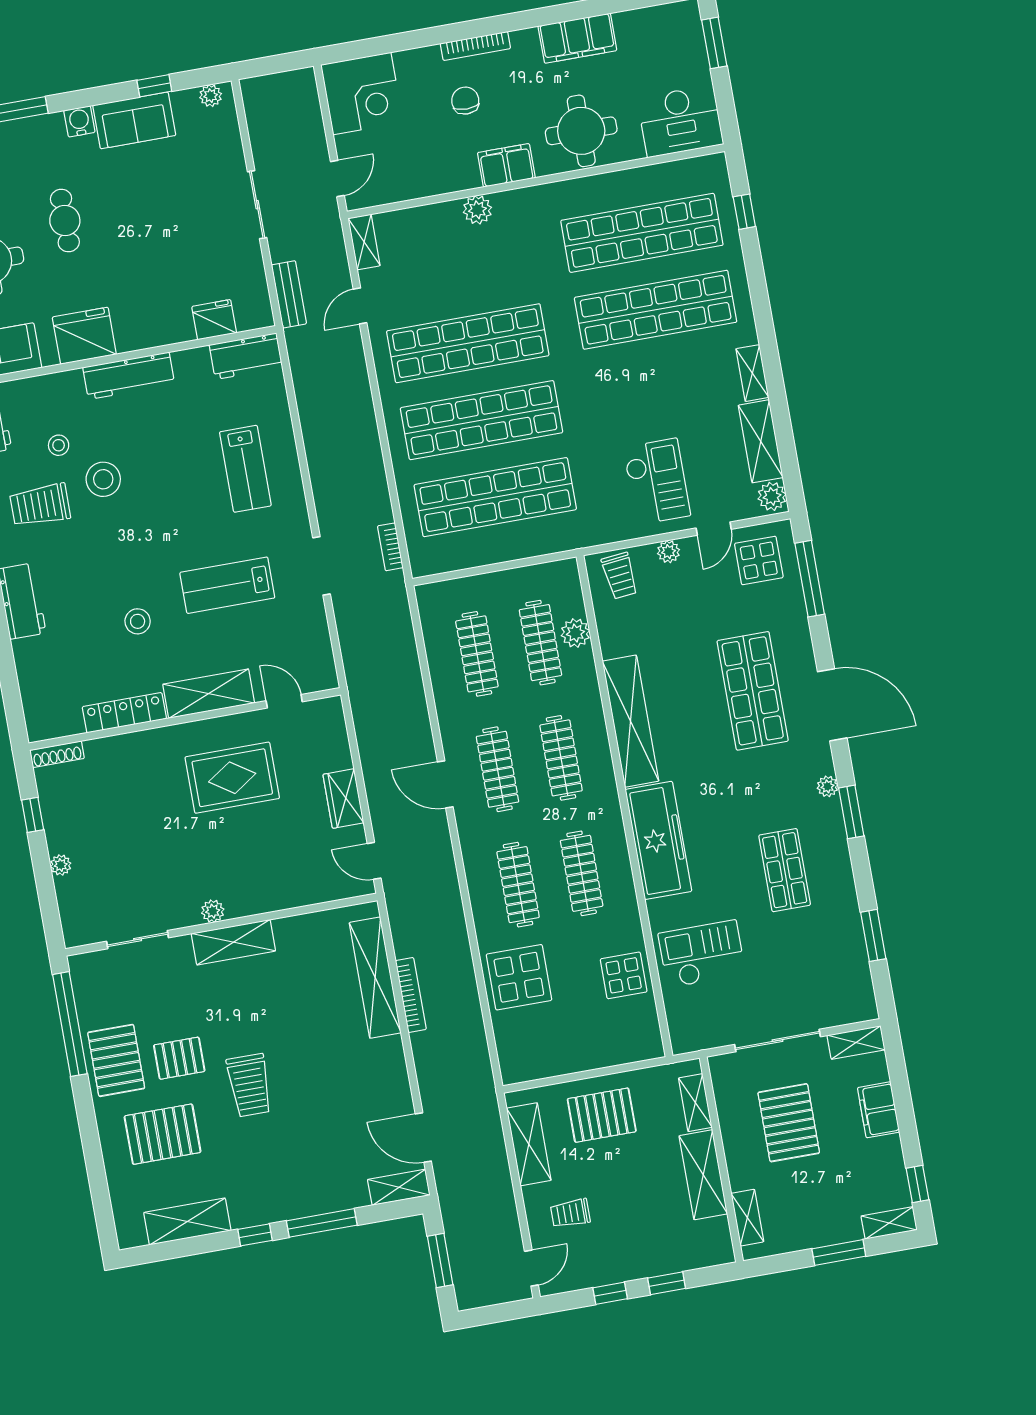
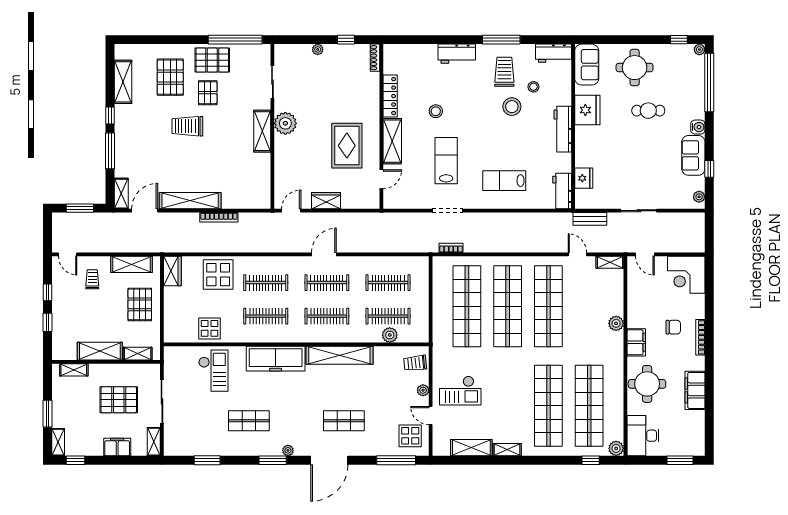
plant: (772, 496) -> (616, 448), moved
shop shelf: (753, 691) -> (344, 421), width x0.70, depth x0.74
plant: (213, 911) -> (285, 123), width x1.87, depth x1.87
shelving: (375, 978) -> (190, 201), moved
wardrobe: (528, 1065) -> (172, 271), added

